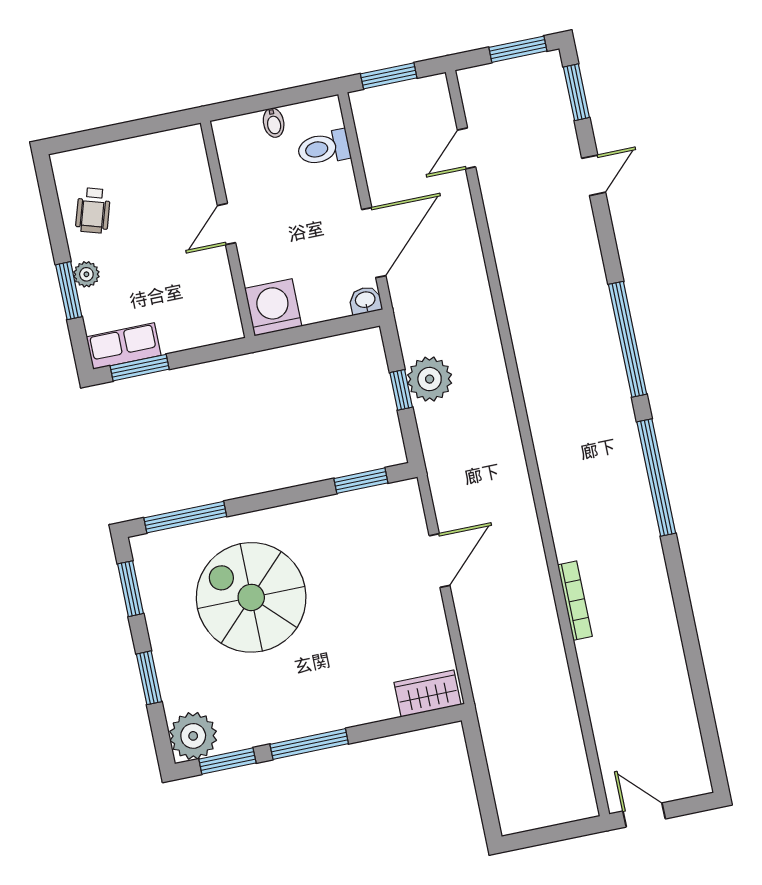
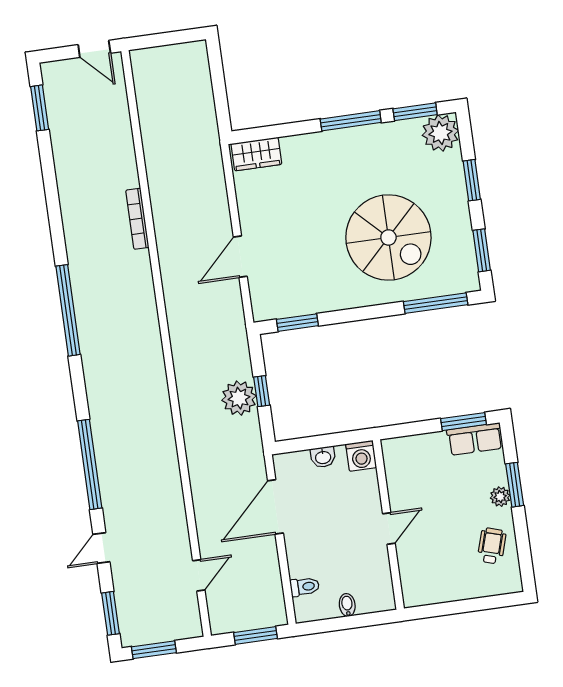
toilet: (324, 148) -> (305, 587), width x0.73, depth x0.72
washbasin: (365, 300) -> (323, 457), moved
washing machine: (273, 307) -> (361, 456), width x0.73, depth x0.73
window: (628, 339) -> (90, 464), moved
window: (709, 735) -> (40, 108), added

